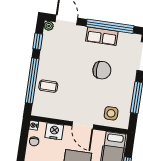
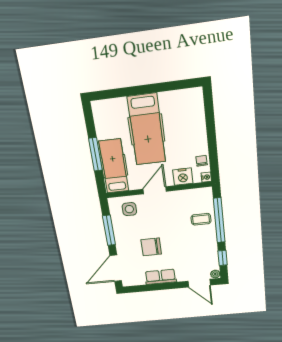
window: (110, 26) -> (155, 287), removed
door: (83, 125) -> (155, 190), hinge flipped

